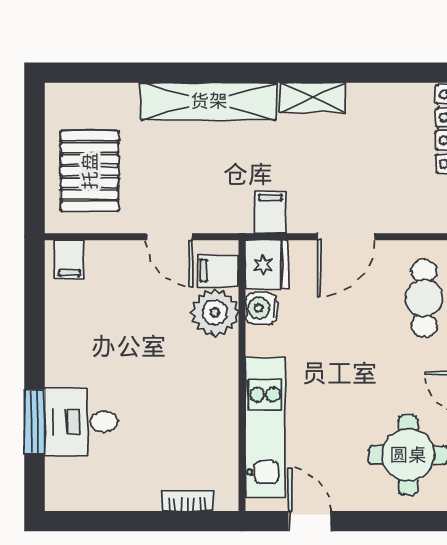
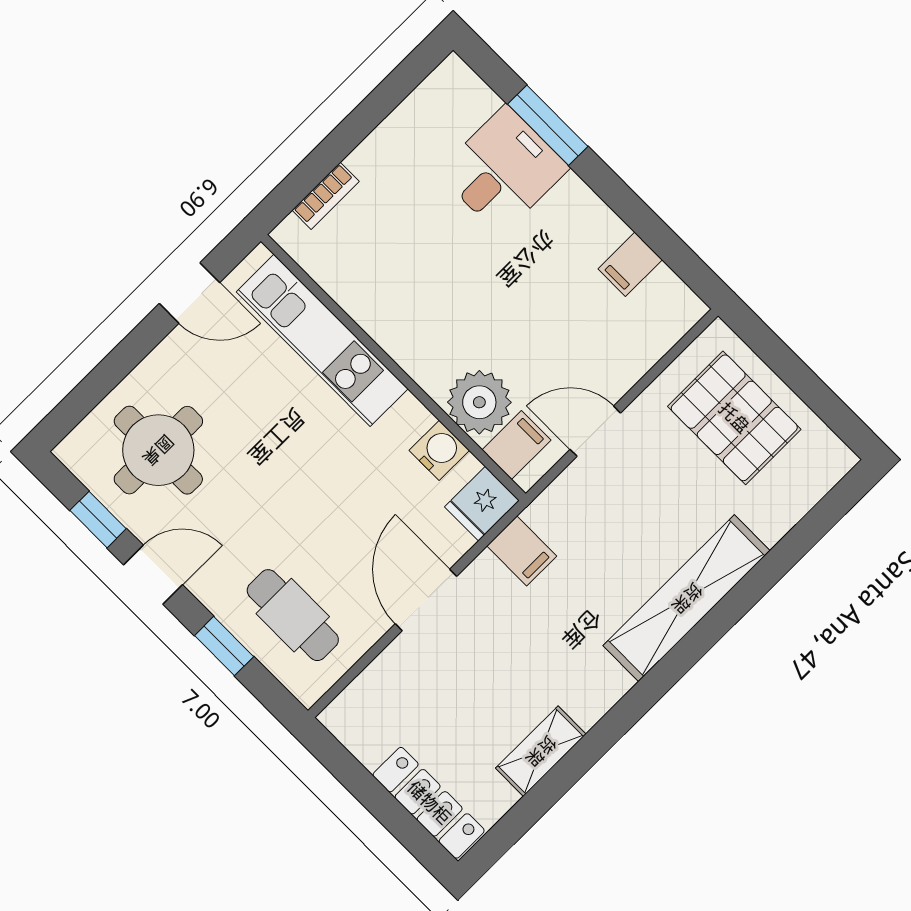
shelving: (313, 97) -> (541, 751), moved
filing cabinet: (69, 259) -> (630, 264), moved, turned -90
fridge: (267, 265) -> (482, 504), width x0.72

